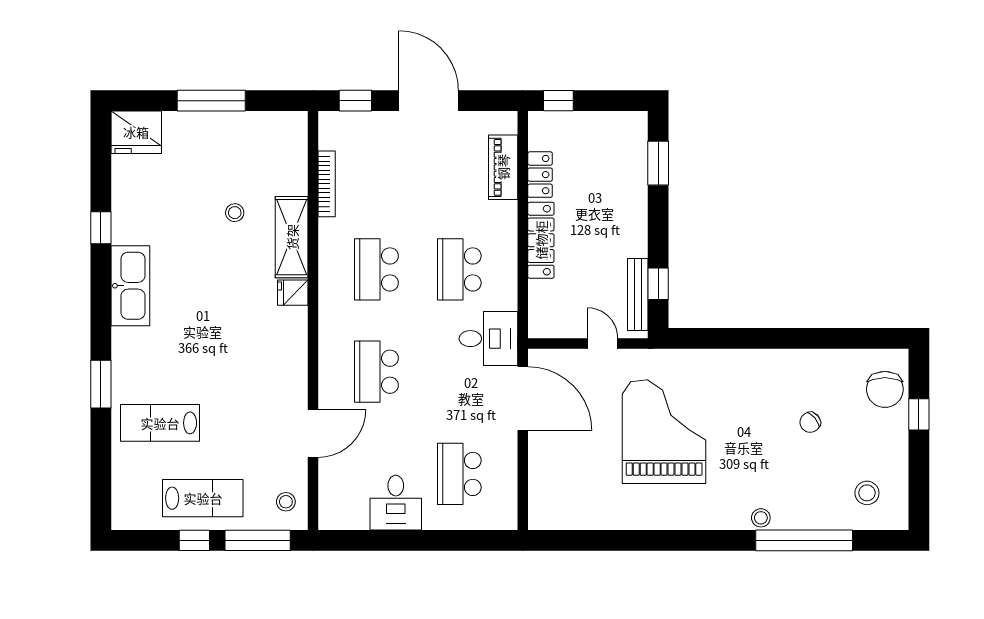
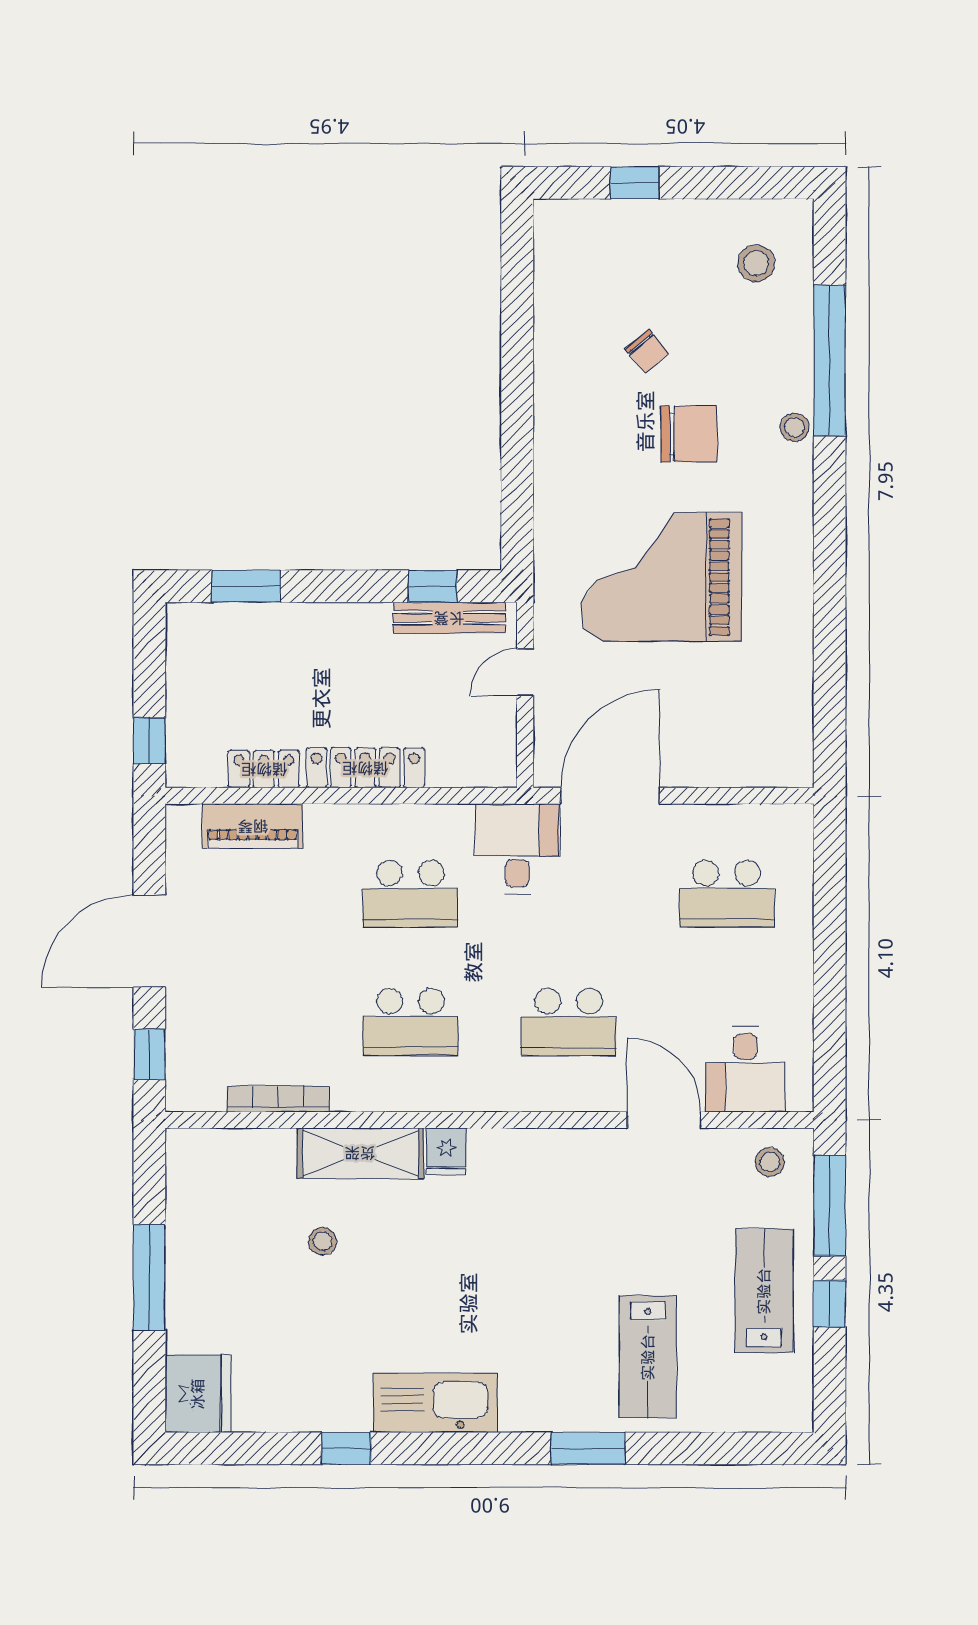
chair: (885, 389) -> (689, 434), moved
desk: (396, 503) -> (745, 1070), moved, turned 90

